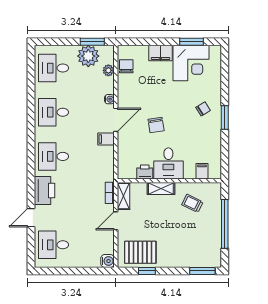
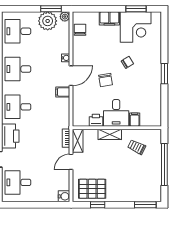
plant: (108, 70) -> (65, 17), moved
chair: (203, 109) -> (127, 62), moved
filing cabinet: (202, 171) -> (135, 120), moved

